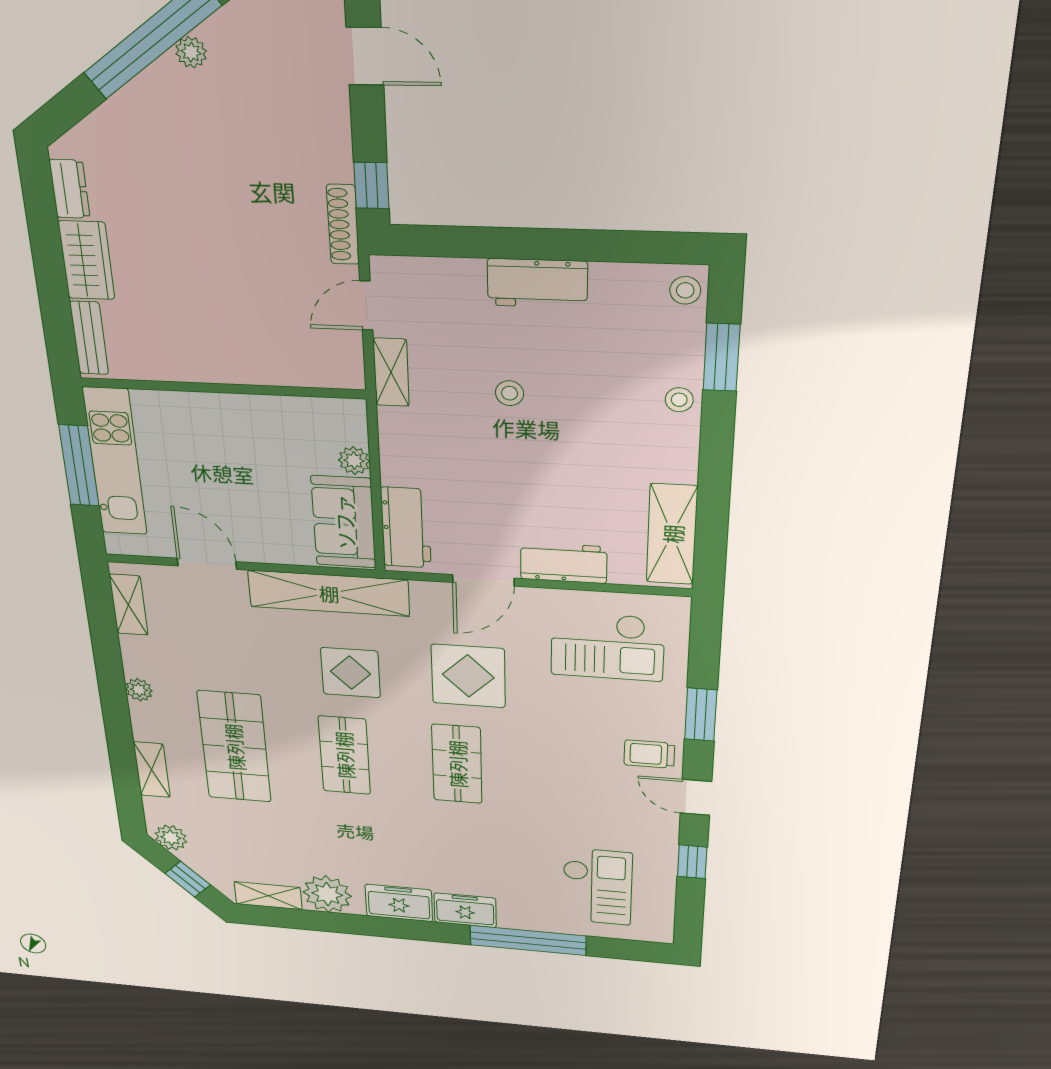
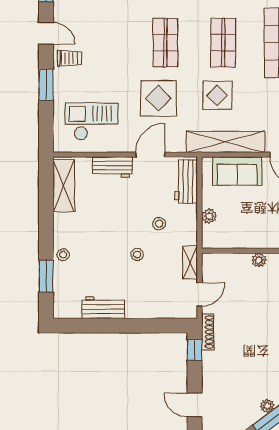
workbench: (537, 283) -> (103, 308), moved
stool: (685, 290) -> (159, 224), moved
plant: (240, 371) -> (259, 260), added
sofa: (344, 522) -> (237, 171), moved, turned 90

